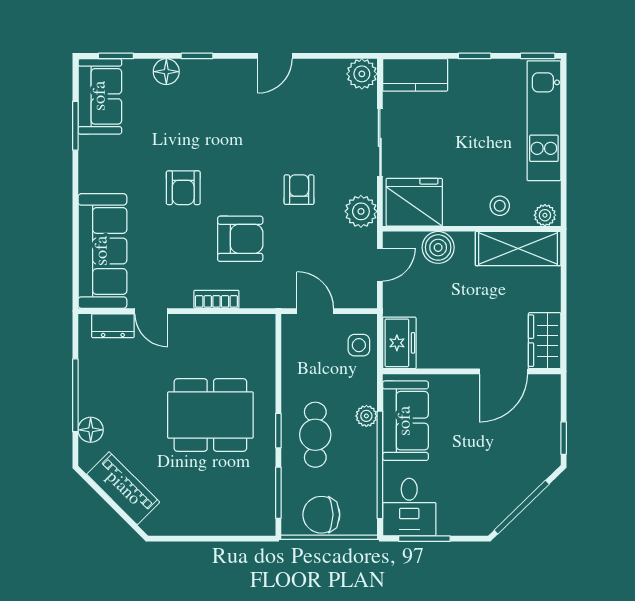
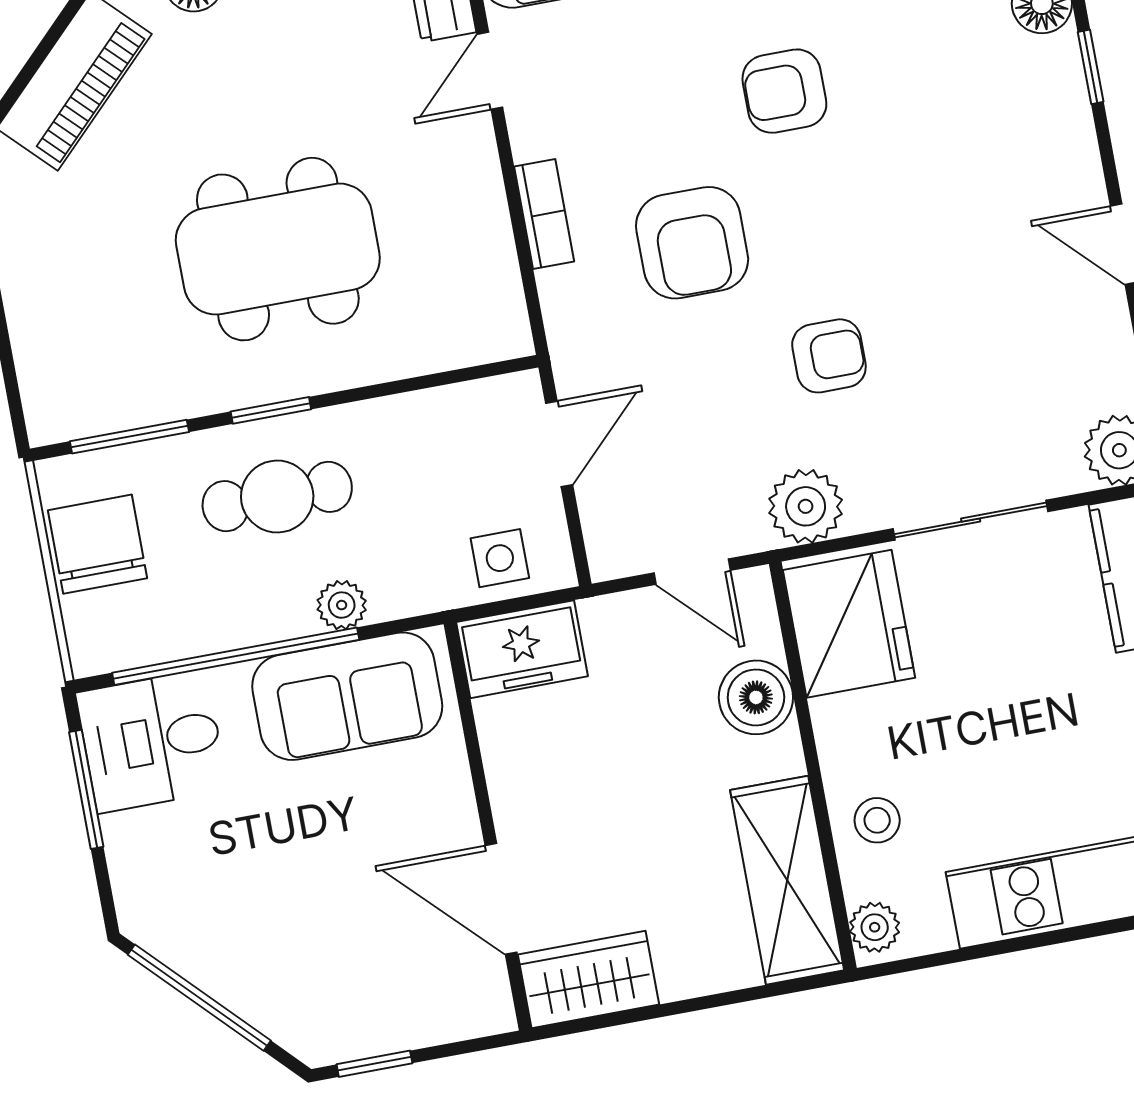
dining table: (210, 415) -> (278, 249), turned 90

